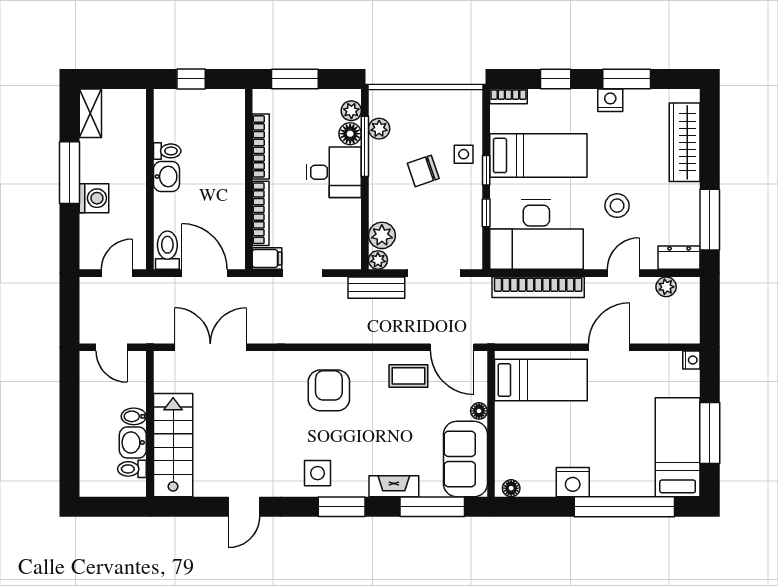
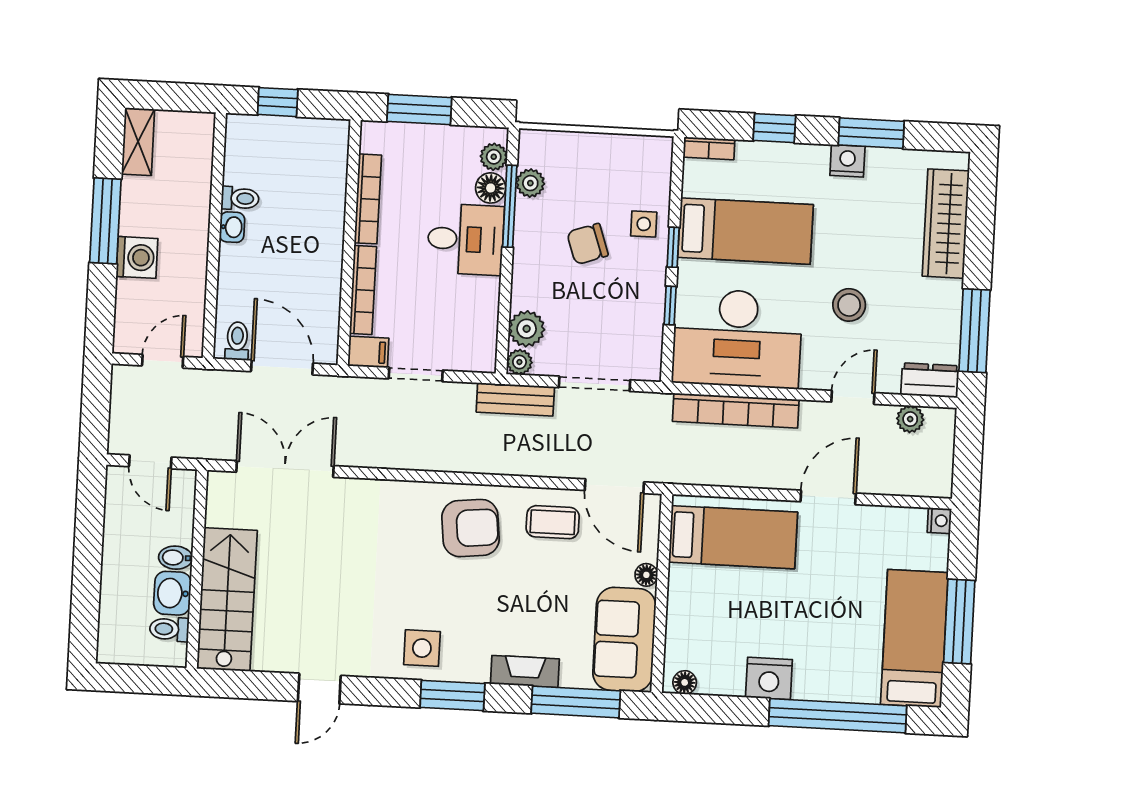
washbasin: (166, 177) -> (232, 227), width x0.72, depth x0.69
toilet: (167, 250) -> (237, 341), width x0.73, depth x0.72
armchair: (329, 390) -> (471, 528), moved, turned 84

